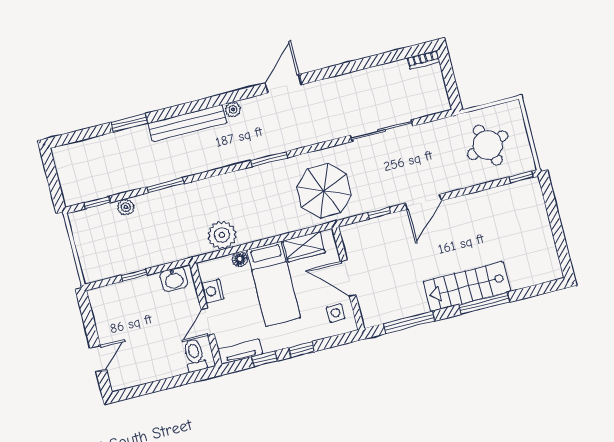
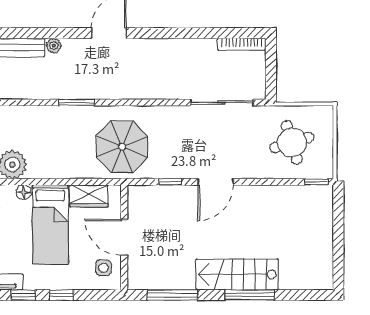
bookcase: (423, 60) -> (242, 44), width x1.56
sliding door: (382, 131) -> (222, 103), moved

